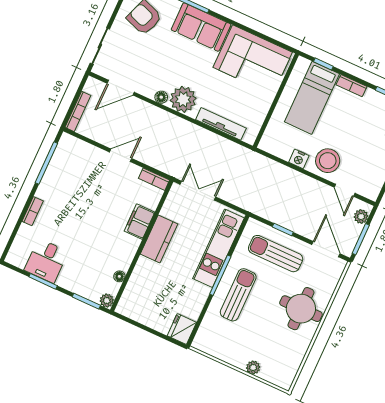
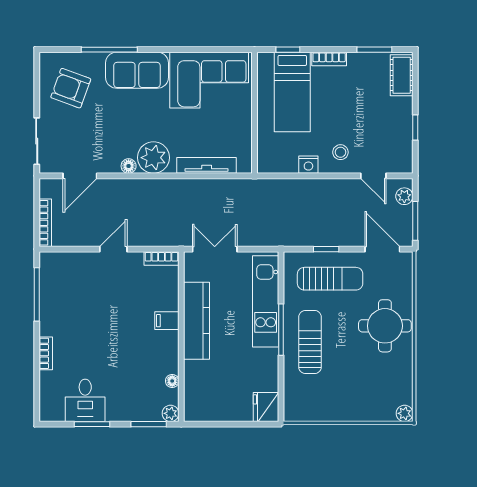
stool: (328, 161) -> (340, 152), width x0.53, depth x0.53
filing cabinet: (139, 222) -> (167, 321), width x0.50
kitchen counter: (159, 239) -> (197, 321), width x1.50
sun lounger: (276, 254) -> (330, 279), turned 180
plant: (253, 368) -> (405, 413), moved

